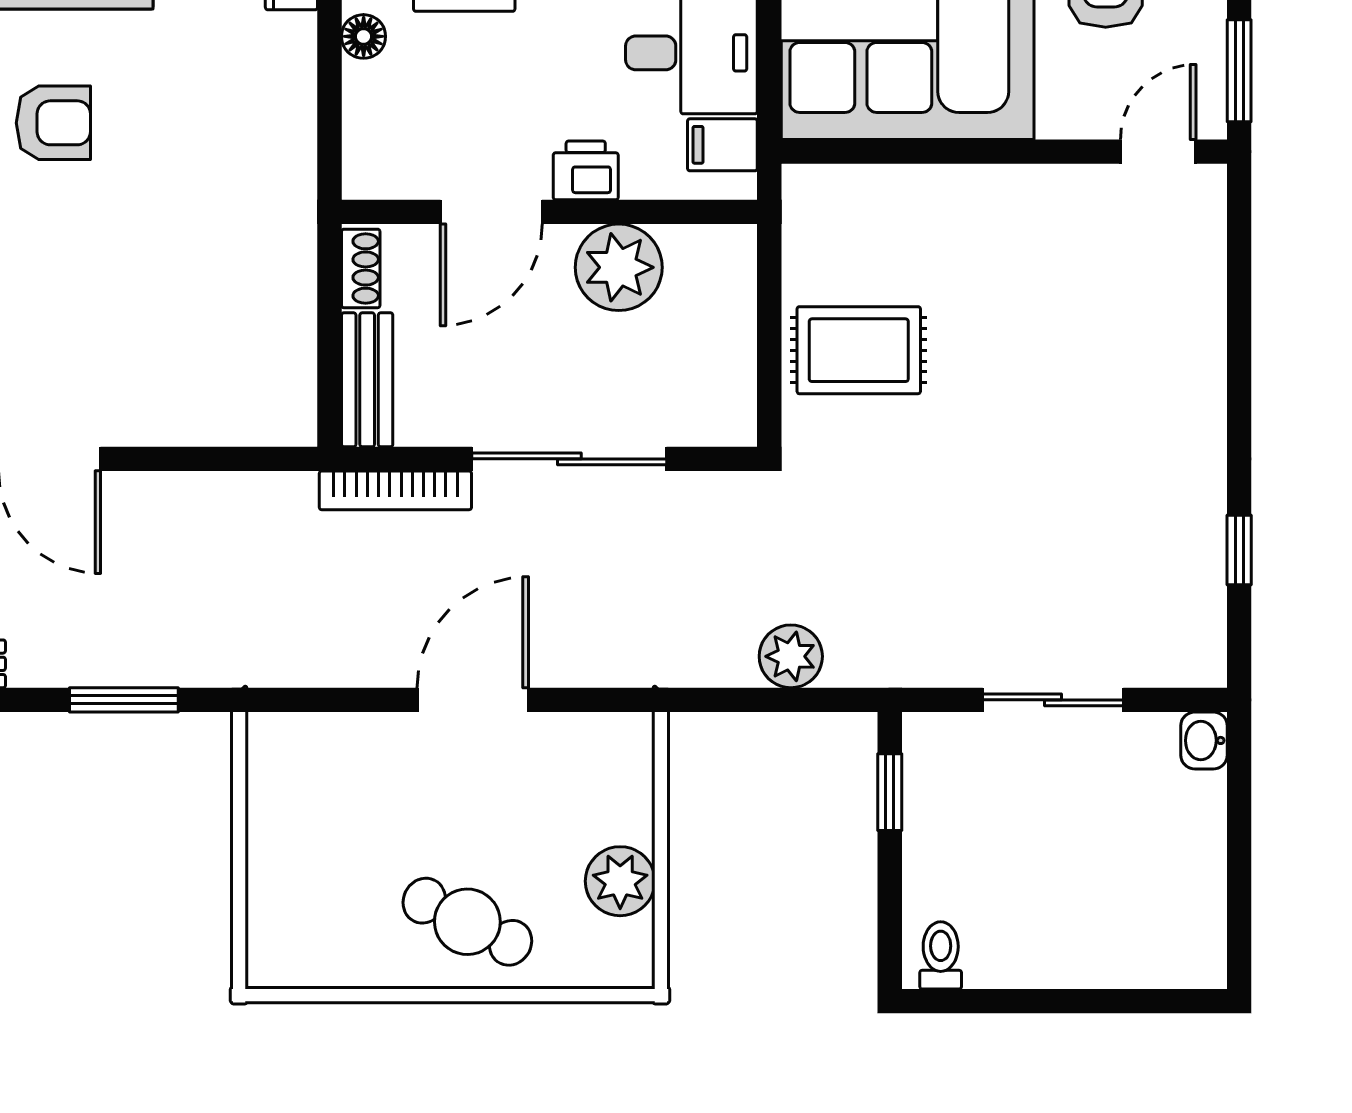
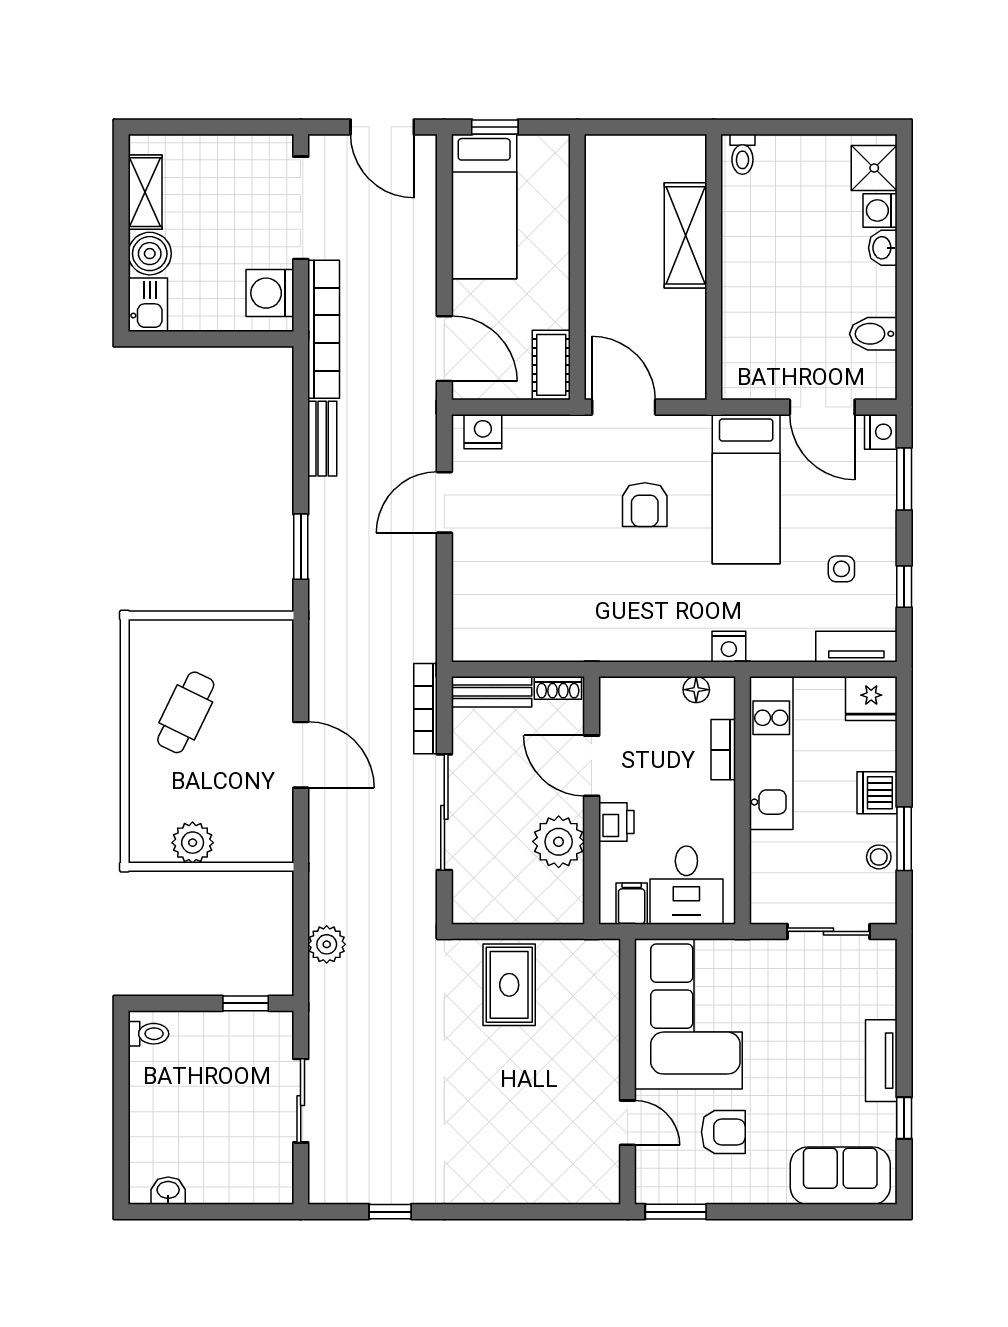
door: (1158, 152) -> (628, 1123), moved
washbasin: (1204, 740) -> (168, 1191), moved
cafe table: (467, 922) -> (186, 712), moved

